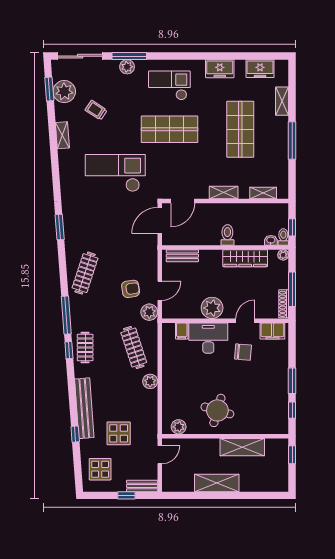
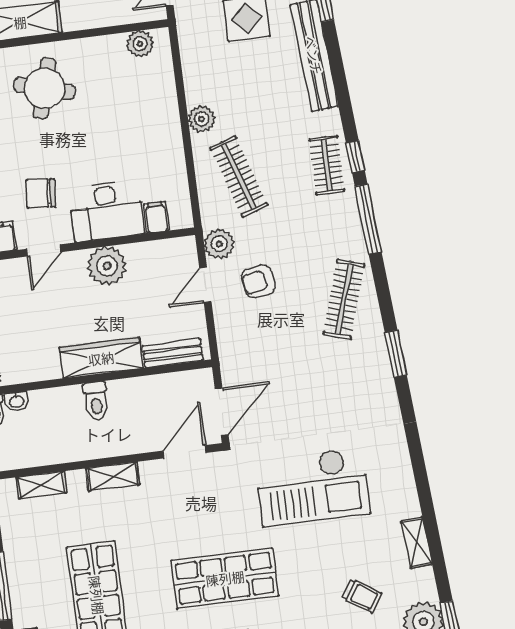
window: (60, 227) -> (396, 354), moved
wardrobe: (245, 258) -> (101, 358), moved
round table: (217, 410) -> (45, 88), moved

